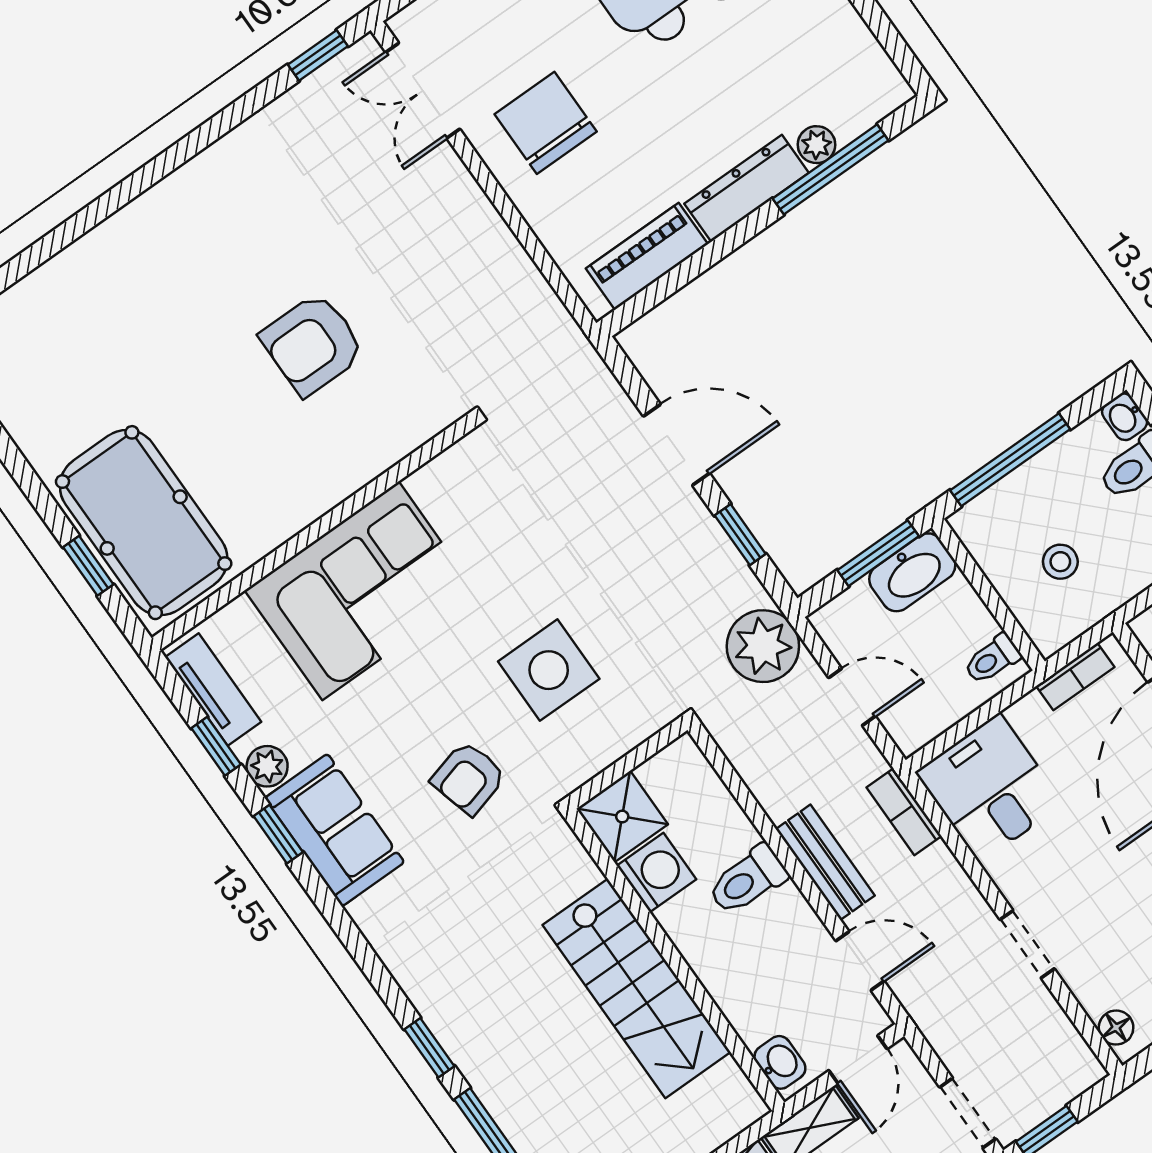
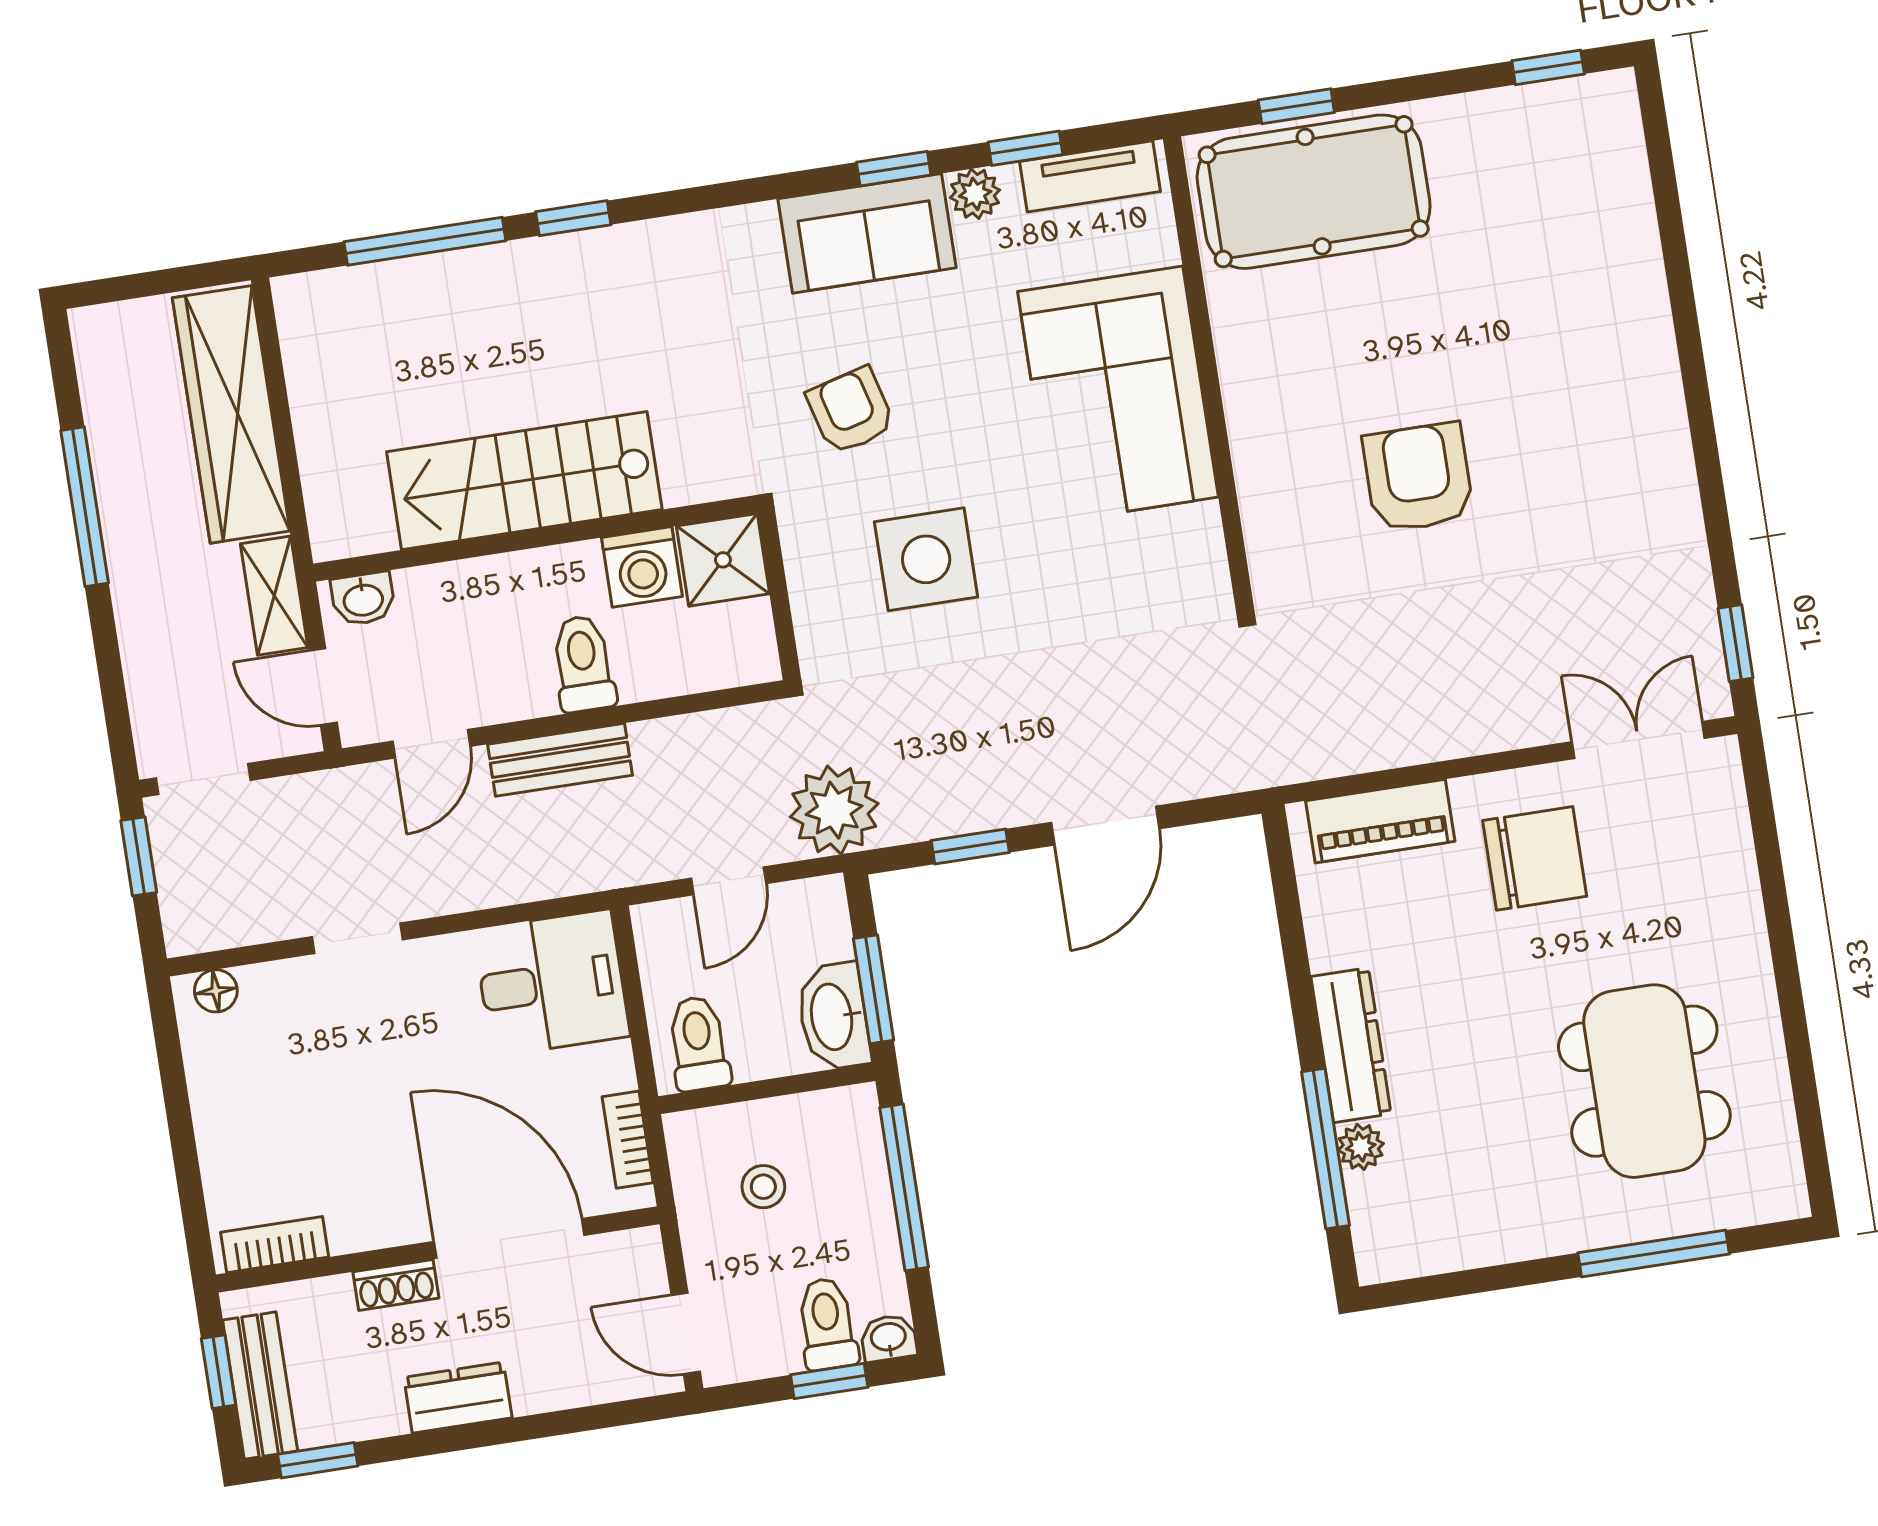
piano: (647, 256) -> (1380, 821), moved, turned 90
toilet: (992, 659) -> (698, 1043), width x1.37, depth x1.39
bookcase: (904, 812) -> (572, 875), removed

